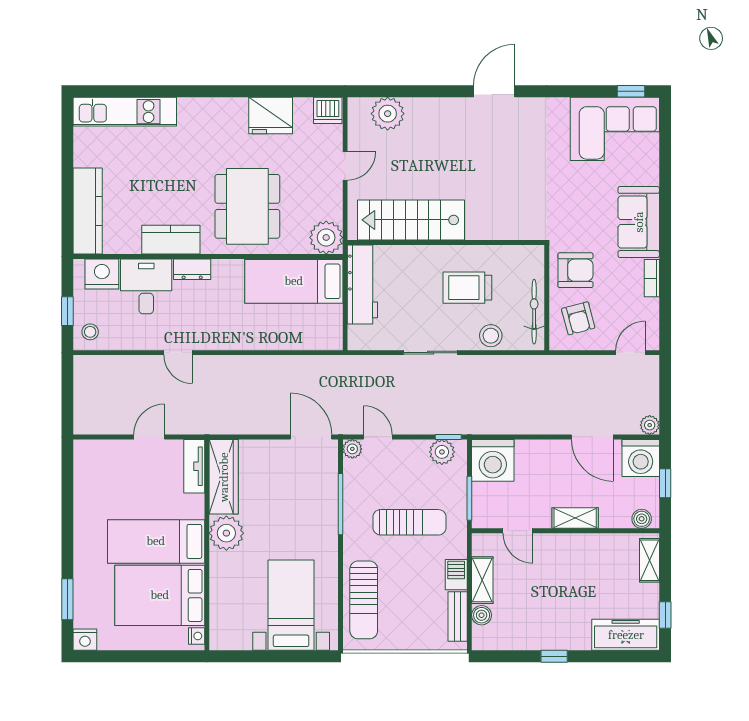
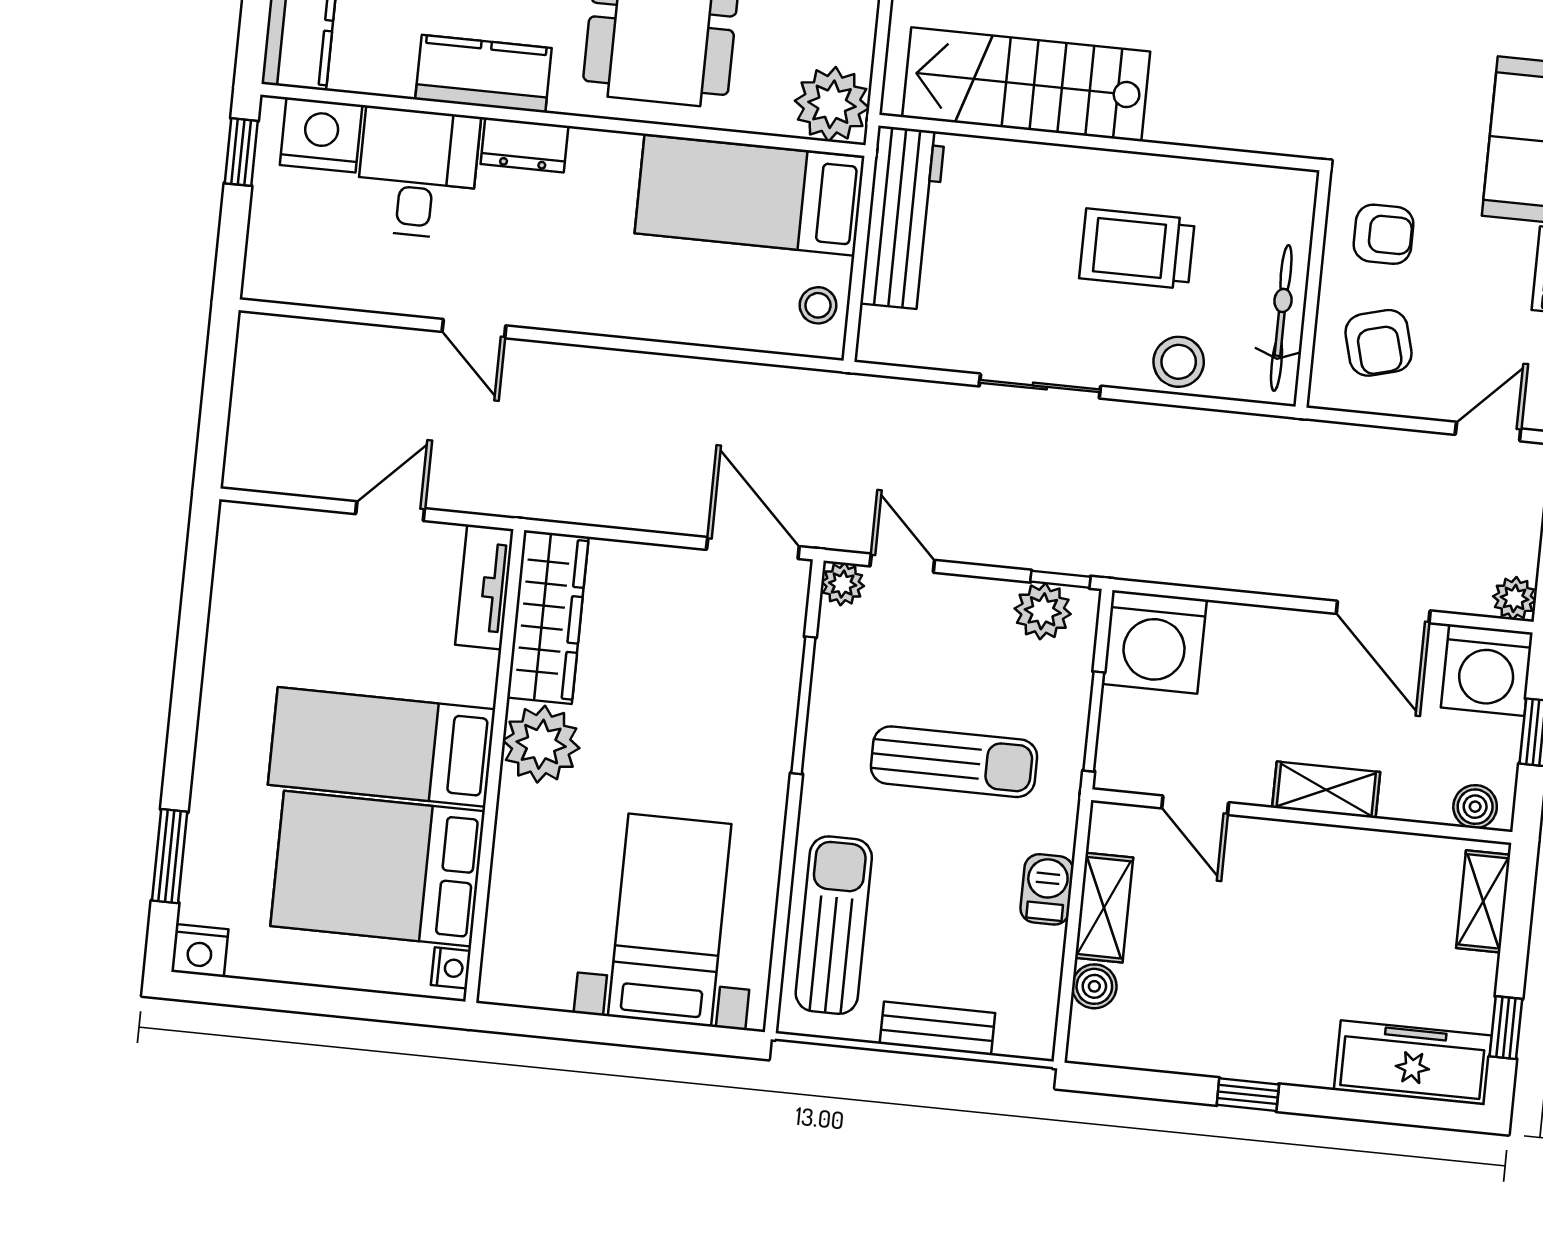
armchair: (576, 270) -> (1384, 234), width x0.72, depth x0.72
window: (67, 311) -> (241, 152), moved
stool: (90, 332) -> (818, 305), moved
sun lounger: (364, 600) -> (834, 925), turned 180
bench: (458, 616) -> (937, 1028), moved, turned 90

